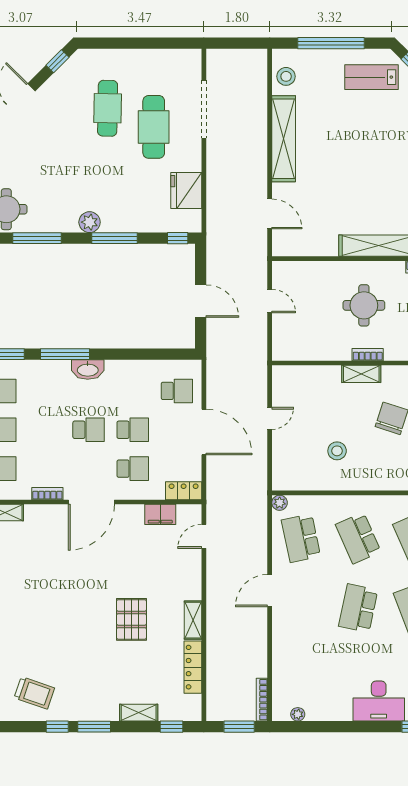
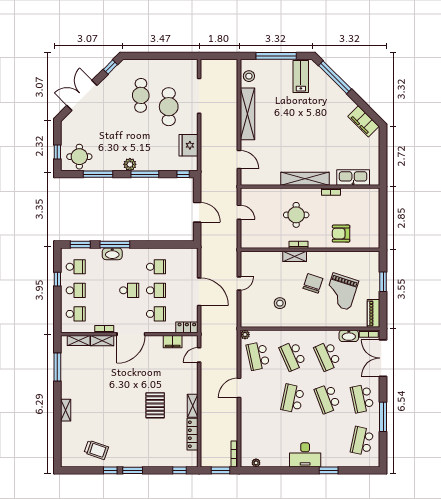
lab bench: (372, 77) -> (301, 76), turned 90
washbasin: (88, 370) -> (112, 254), moved
school desk: (177, 391) -> (156, 267), moved
shelving: (139, 713) -> (102, 341), moved

